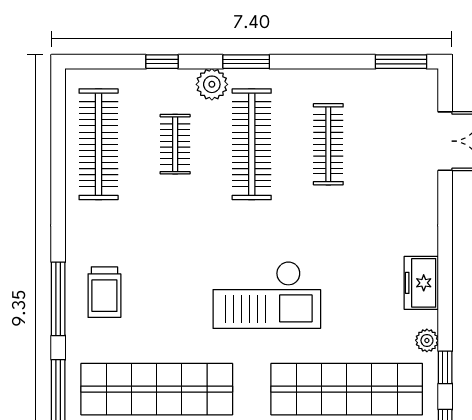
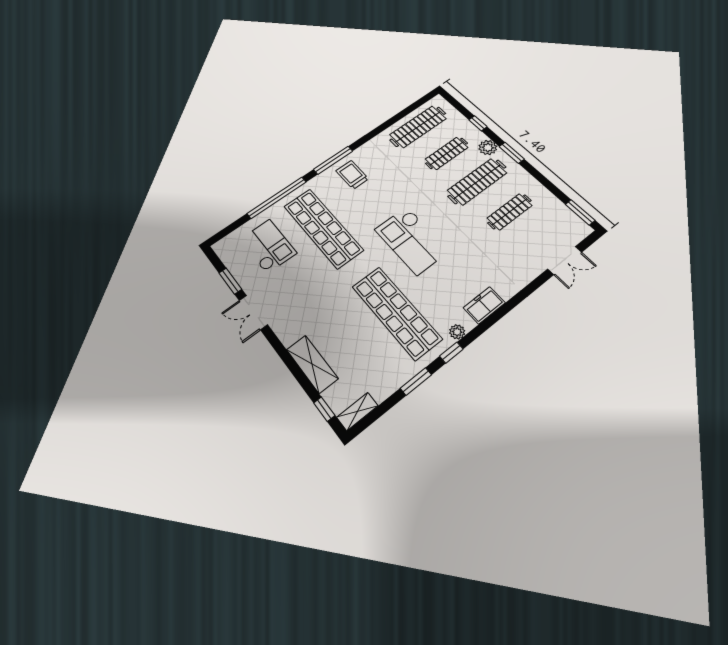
clothes rail: (175, 144) -> (447, 153), width x1.36
trolley: (104, 292) -> (352, 175), turned 90

